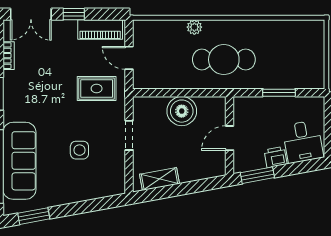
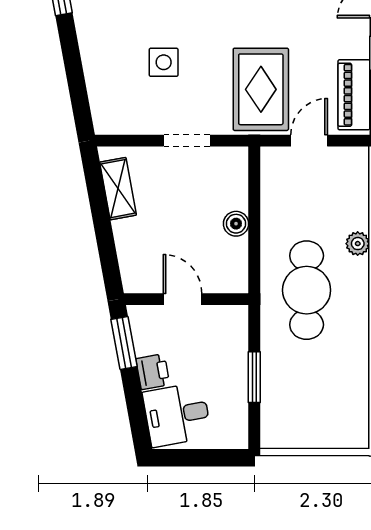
rug: (97, 89) -> (261, 89), width x1.36, depth x1.43
boiler: (182, 111) -> (236, 224), width x0.54, depth x0.54

